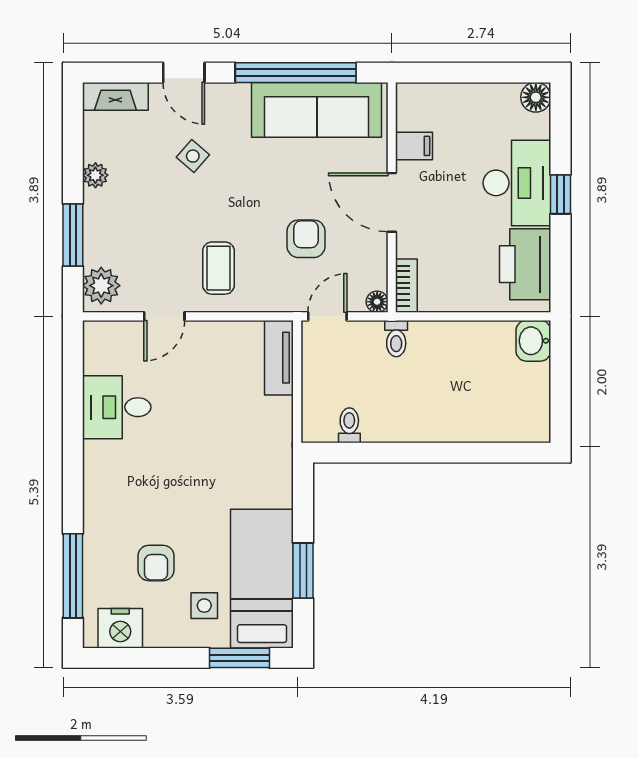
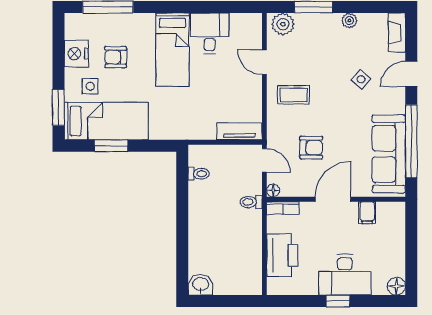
printer: (525, 264) -> (282, 255), moved, turned 90
washbasin: (533, 341) -> (200, 285), moved
bed: (144, 469) -> (172, 50), added
nightstand: (120, 628) -> (76, 54), moved

